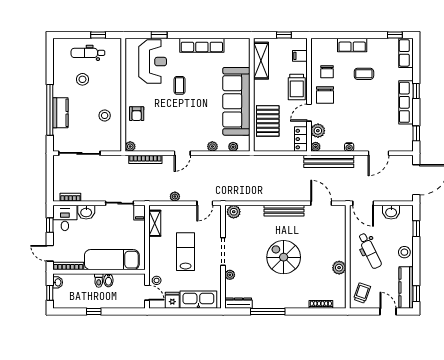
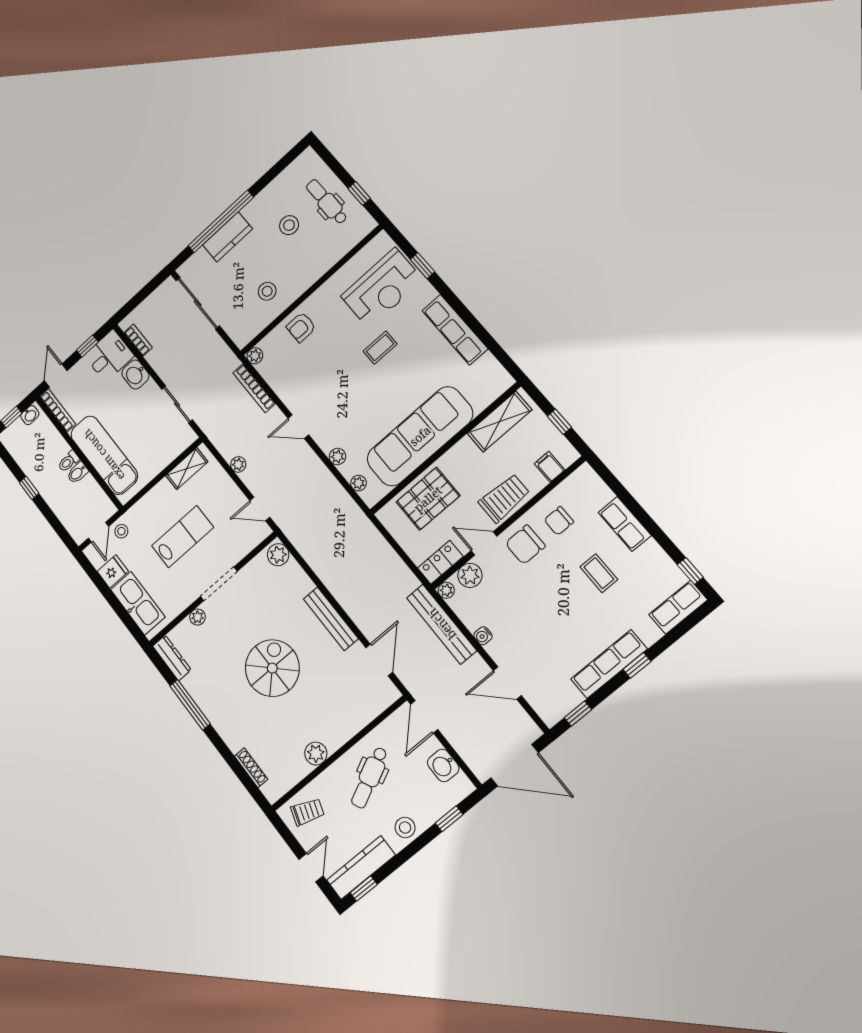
trolley: (297, 87) -> (504, 498), turned 180
filing cabinet: (140, 213) -> (185, 439), removed

